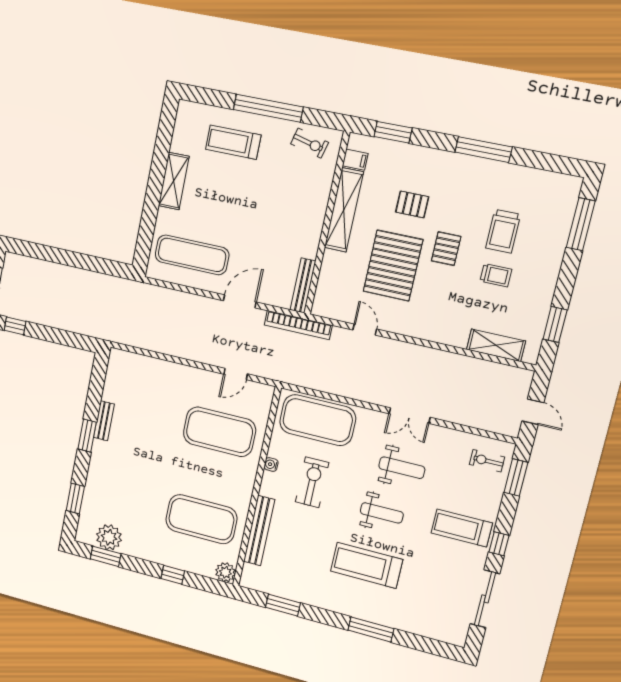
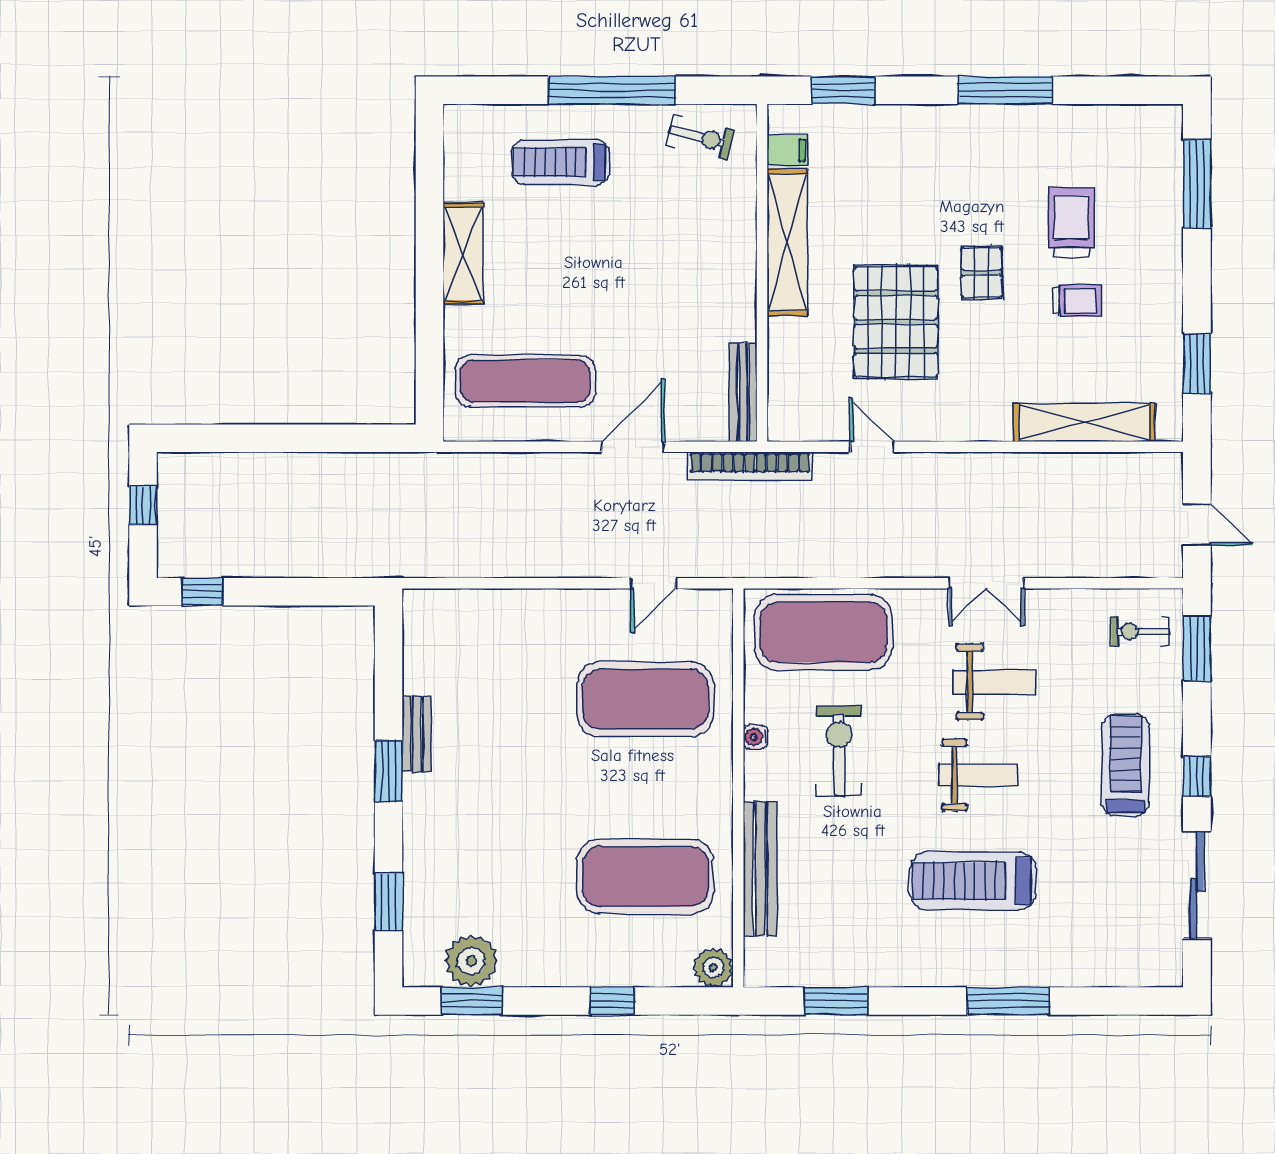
pallet: (412, 204) -> (905, 208), removed
trolley: (503, 231) -> (1071, 222), turned 180
shelving: (496, 345) -> (1084, 422), width x1.47
treadmill: (462, 528) -> (1126, 765), turned 90

